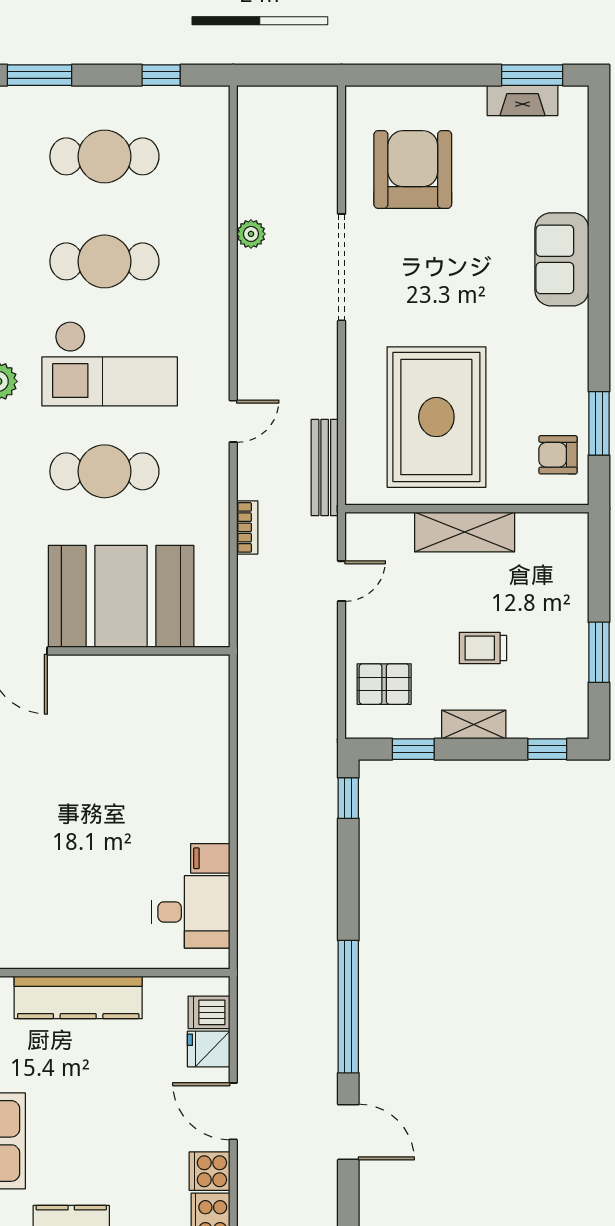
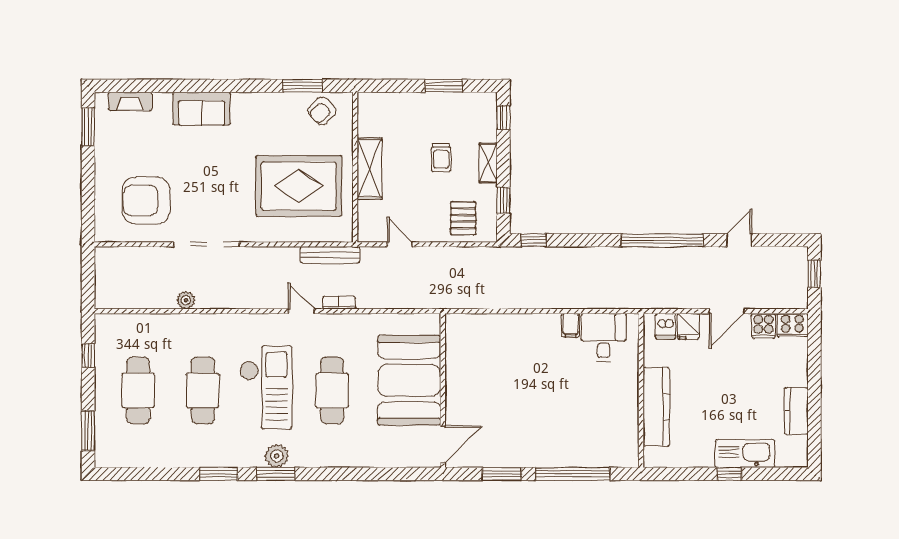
fireplace: (522, 100) -> (130, 101), moved, turned 90
armchair: (558, 455) -> (322, 111), turned 46
bookcase: (247, 527) -> (339, 303), moved
door: (348, 1132) -> (739, 240), width x0.73

